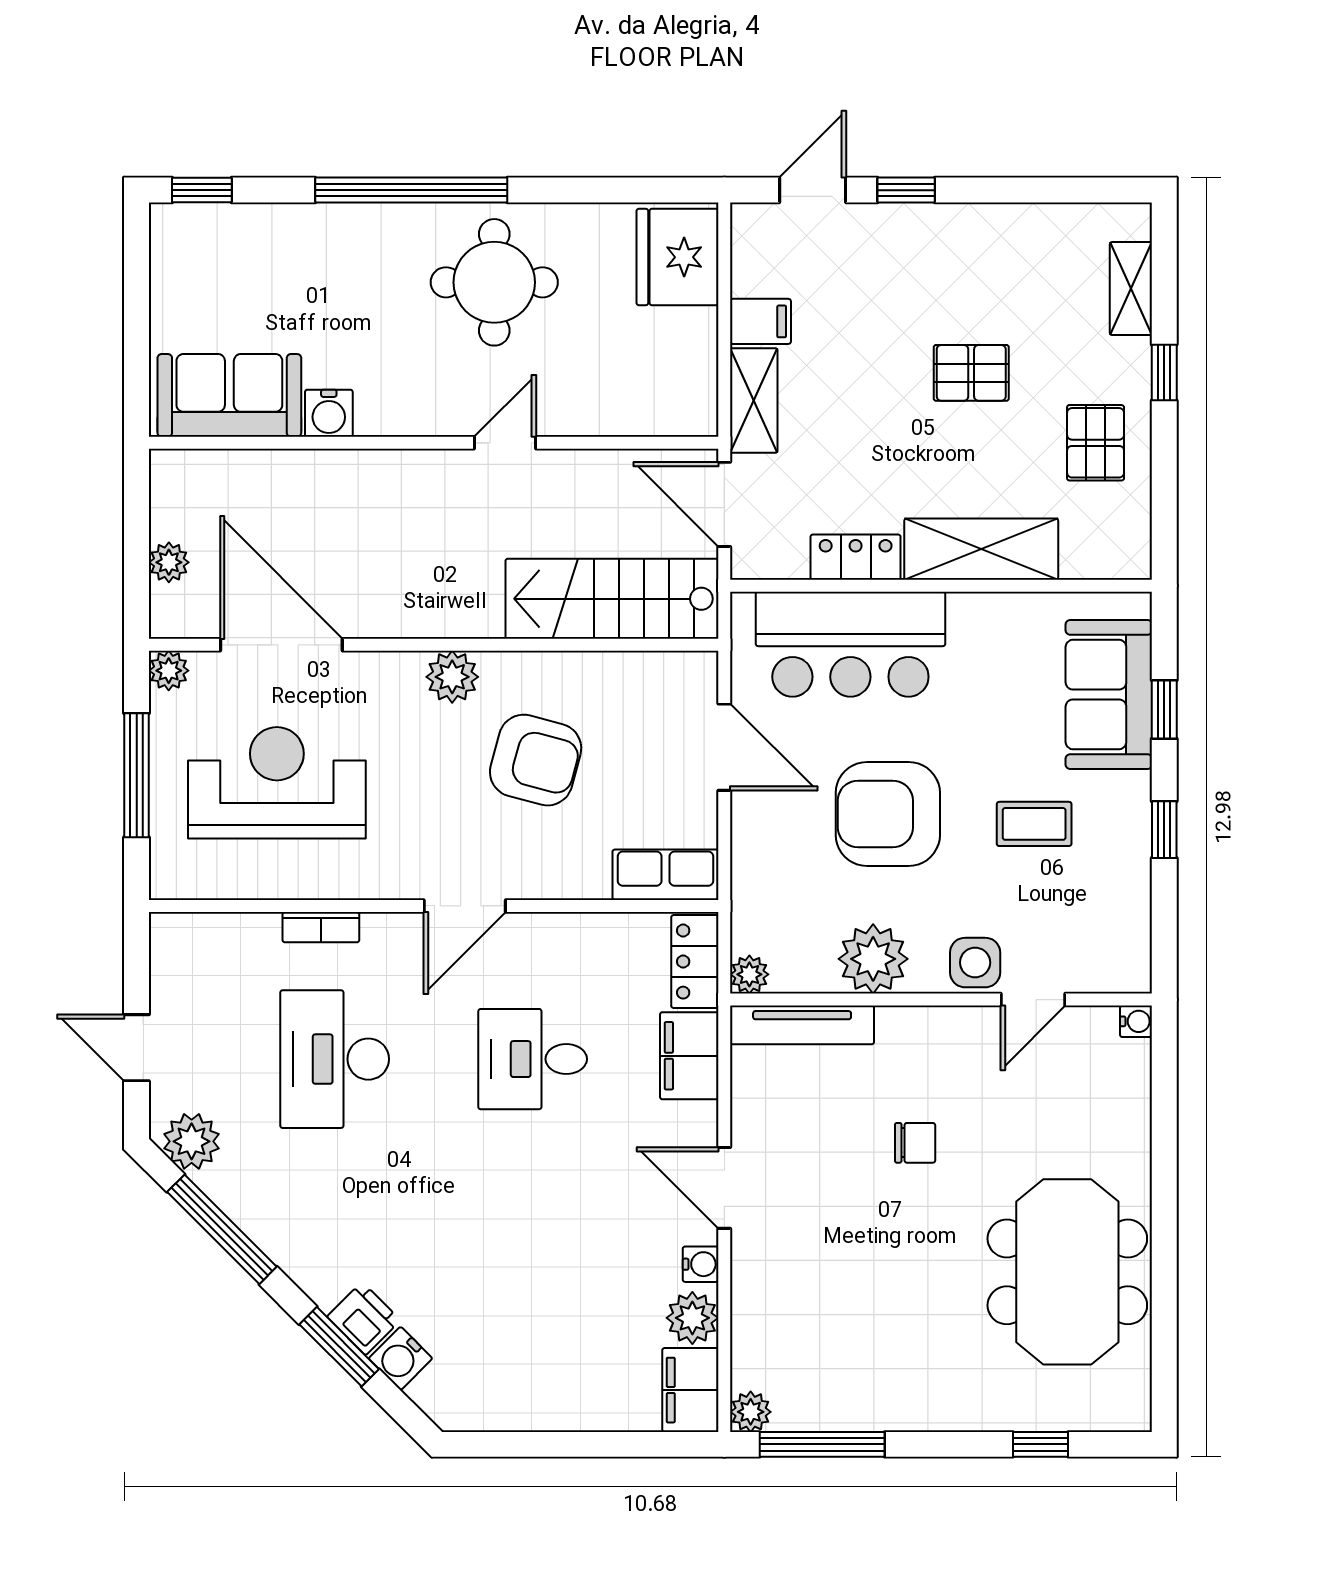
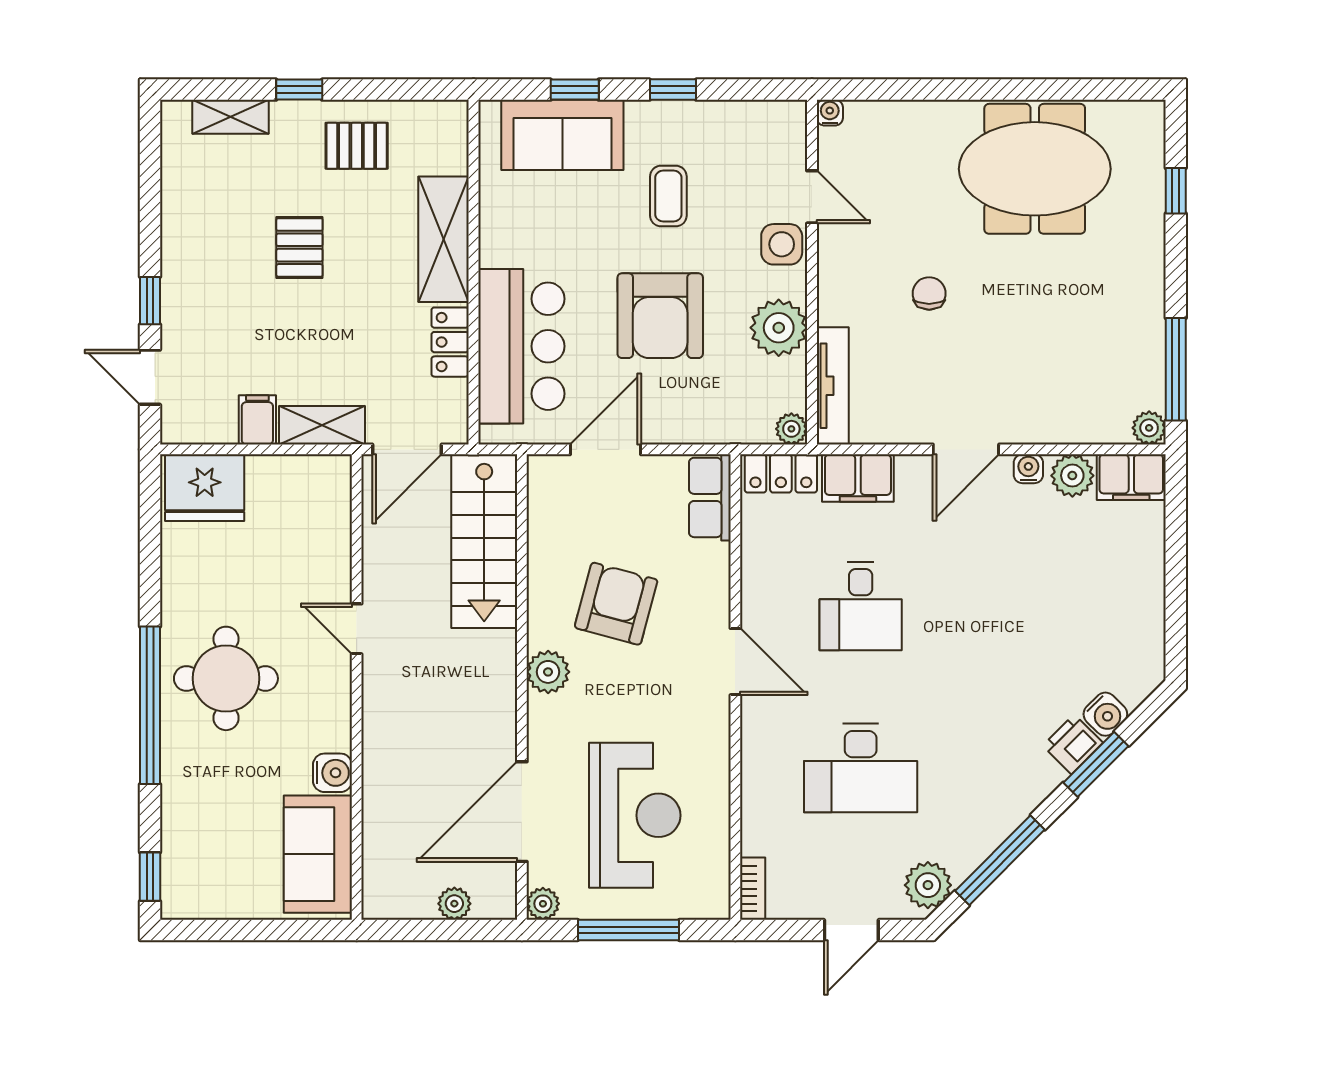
round table: (494, 282) -> (226, 678), moved
reception desk: (277, 783) -> (635, 815), turned 180
bookcase: (321, 927) -> (753, 889), moved

